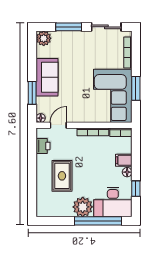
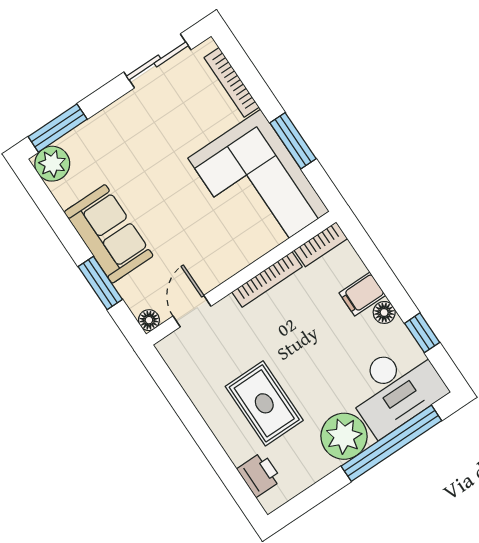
window: (69, 27) -> (58, 128), moved
printer: (43, 146) -> (259, 474), moved

